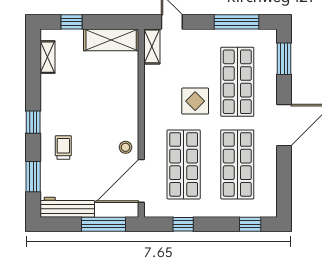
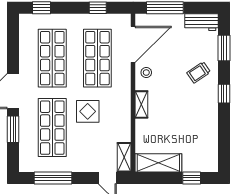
shelving: (47, 57) -> (141, 104), moved
window: (284, 59) -> (13, 129), moved
trolley: (63, 147) -> (199, 72), turned 56
workbench: (67, 207) -> (202, 22), width x0.73

